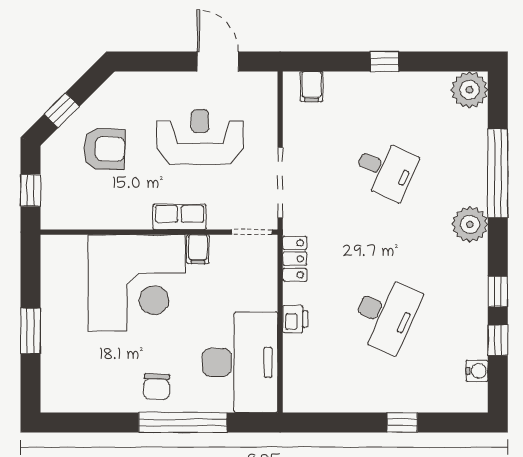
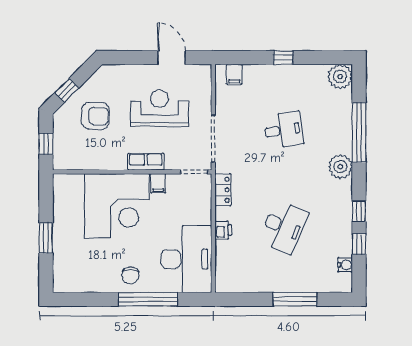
desk: (385, 170) -> (284, 130), turned -33
window: (402, 422) -> (295, 299), width x2.17

